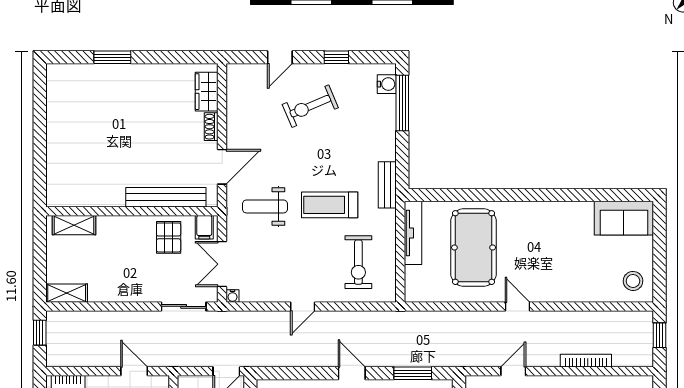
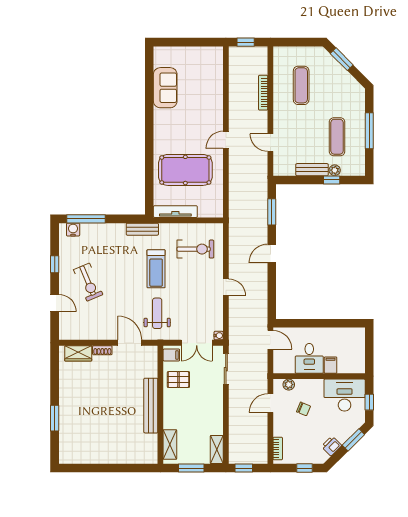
bench: (166, 197) -> (151, 406), moved
weight bench: (265, 206) -> (157, 313), turned 180
sofa: (624, 218) -> (165, 88), moved
window: (40, 256) -> (191, 468), added
stool: (633, 281) -> (208, 60), removed

